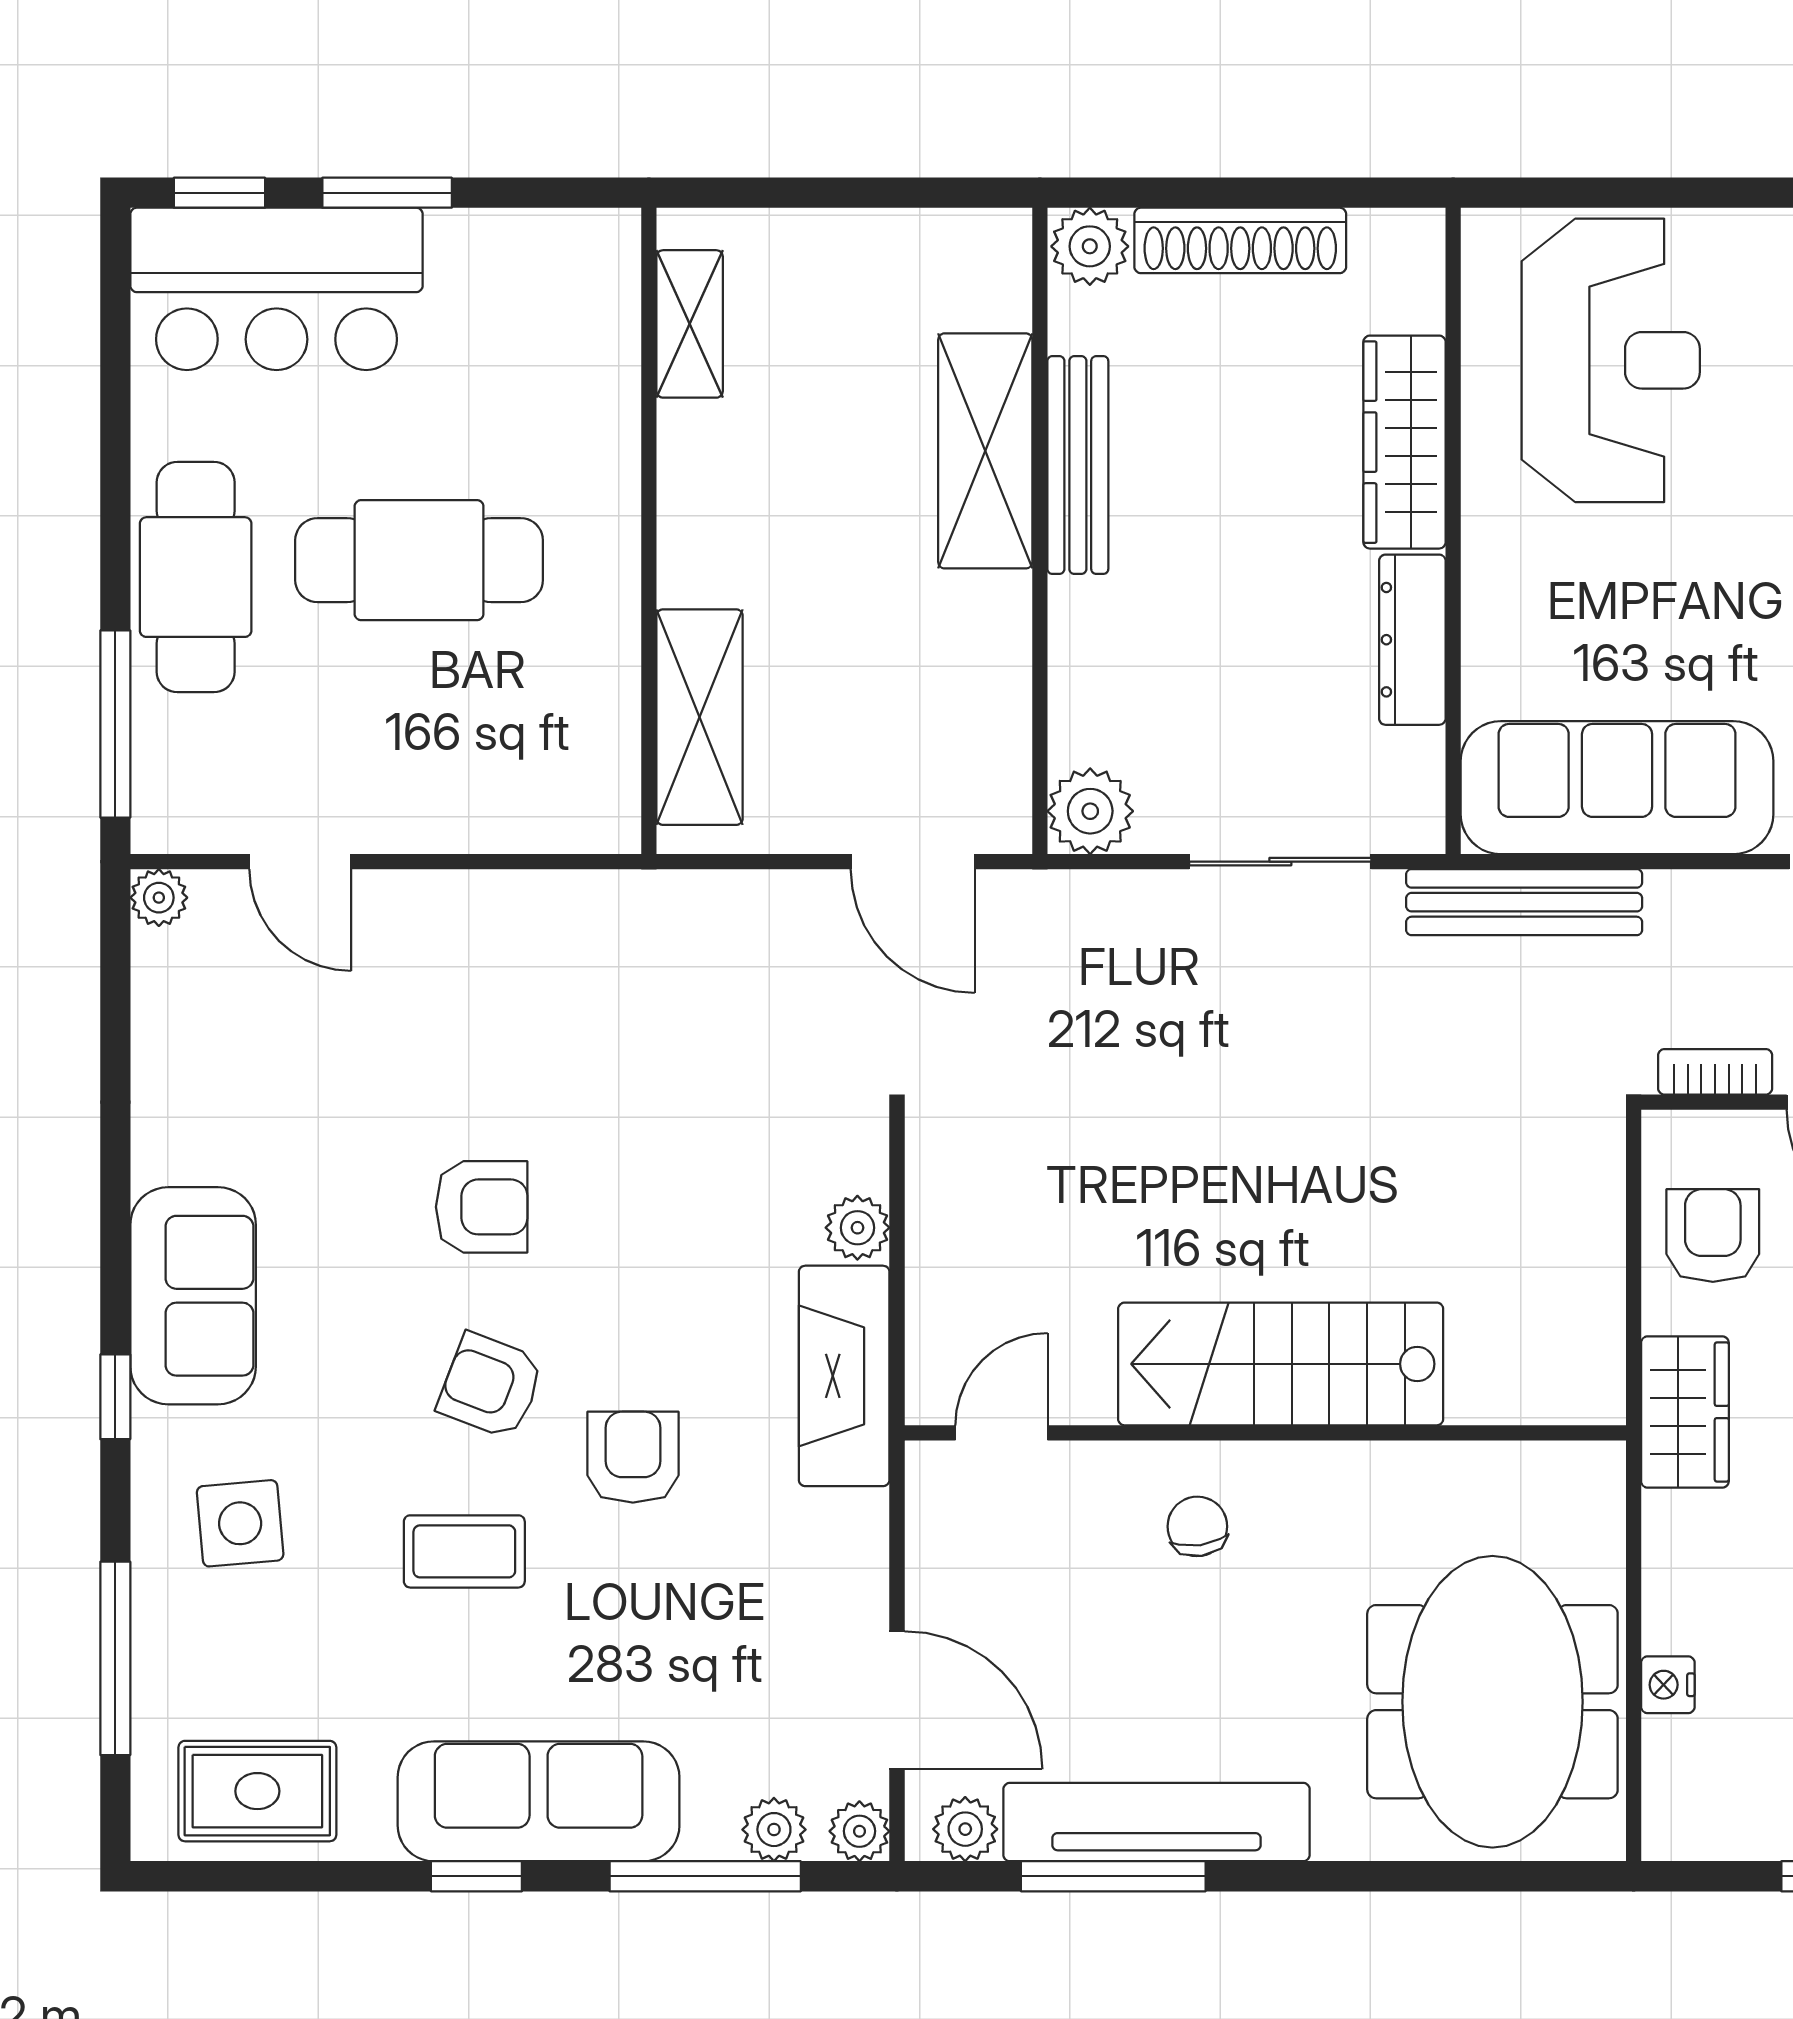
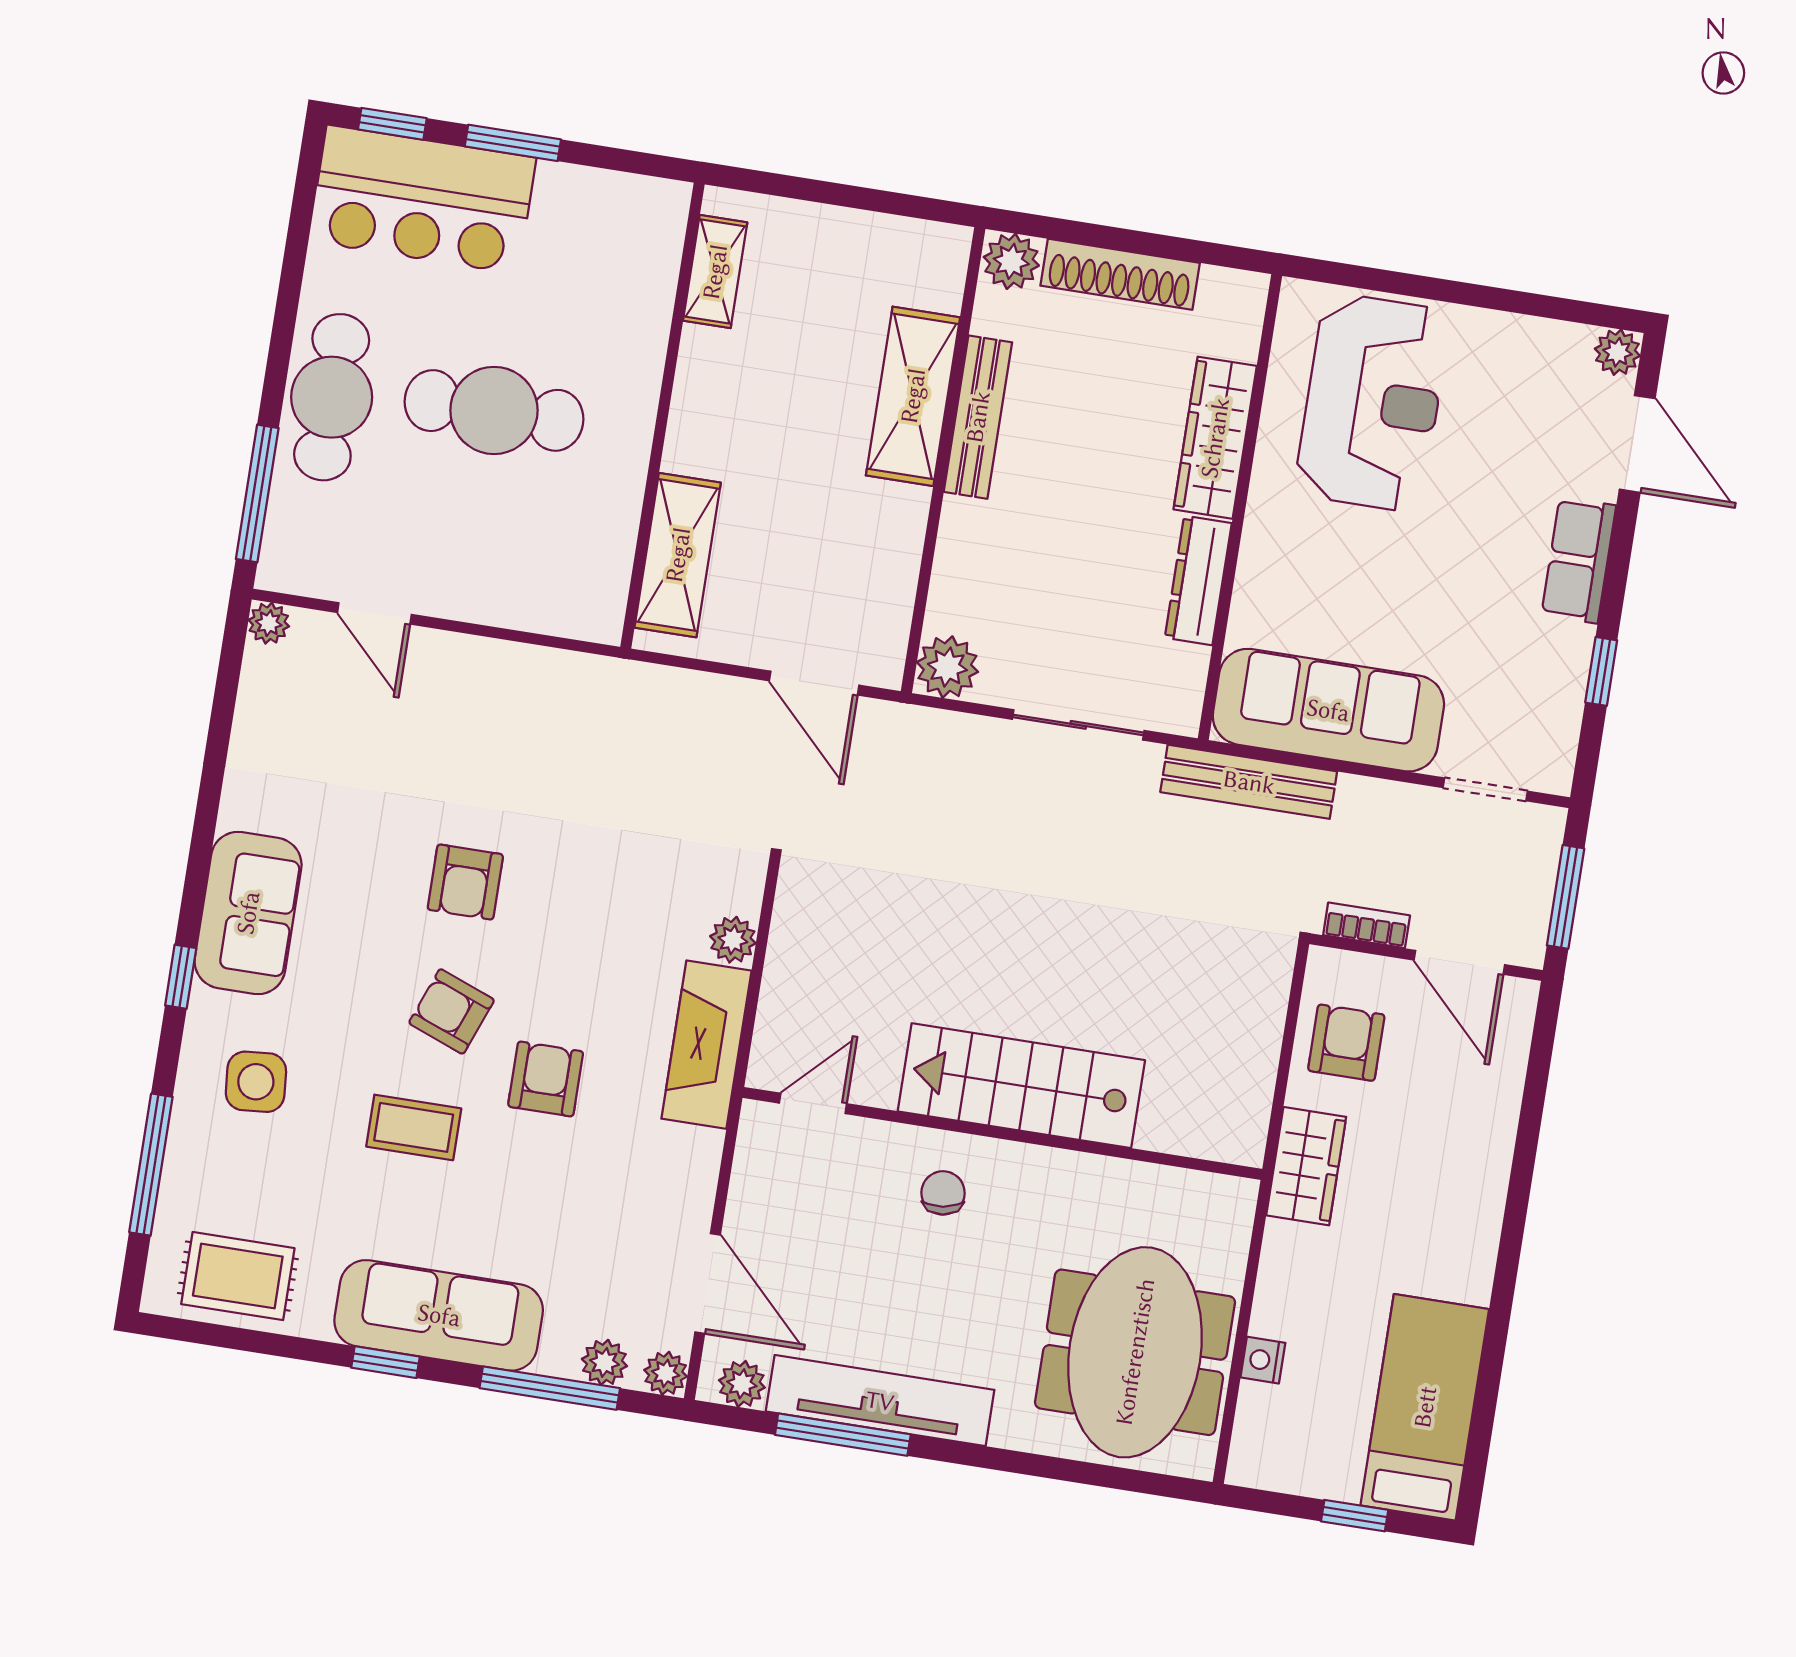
armchair: (482, 1207) -> (465, 882), turned 90

